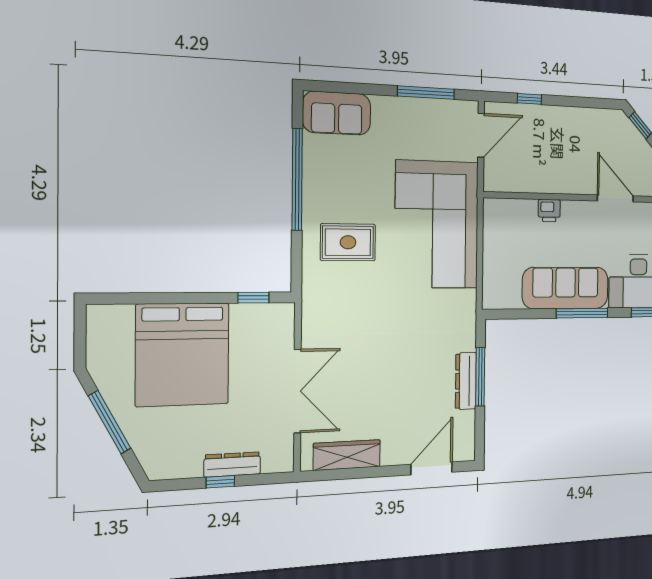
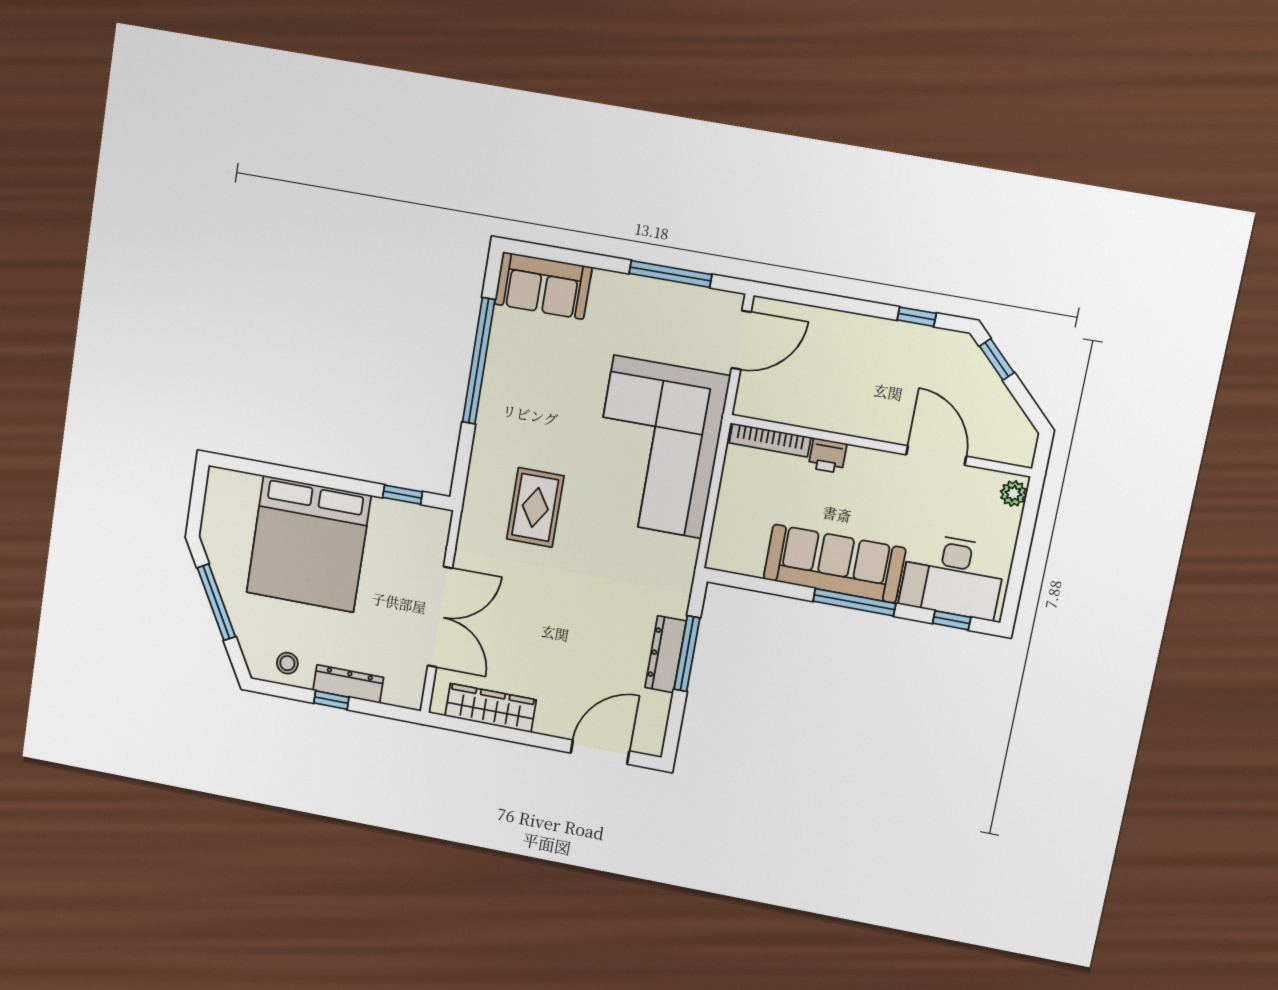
window: (529, 99) -> (917, 317), moved
bookcase: (511, 206) -> (770, 440), added
rug: (348, 242) -> (535, 507), moved, turned 90
stool: (179, 460) -> (287, 663), added

